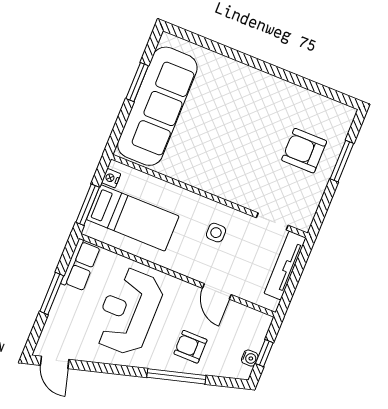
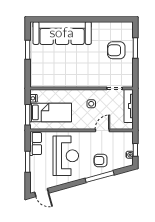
sofa: (157, 106) -> (62, 33), moved, turned 90
door: (217, 291) -> (102, 130), swing flipped
reception desk: (128, 311) -> (66, 156), turned 180

